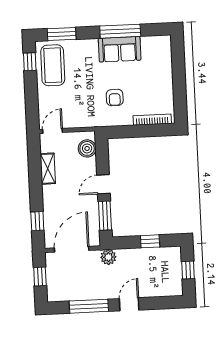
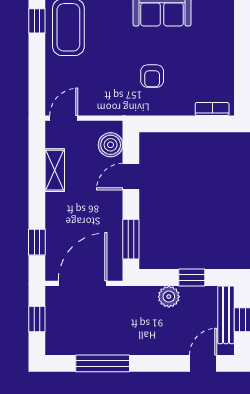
bookcase: (152, 120) -> (212, 109), width x0.64
door: (103, 184) -> (131, 177), moved
plant: (108, 257) -> (169, 297), moved
bench: (176, 267) -> (226, 315), added
door: (129, 304) -> (203, 363), moved

